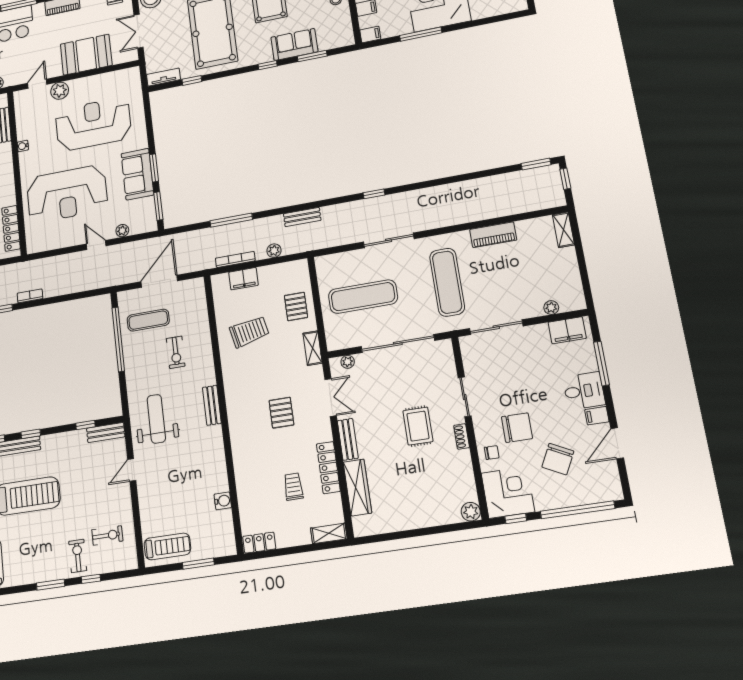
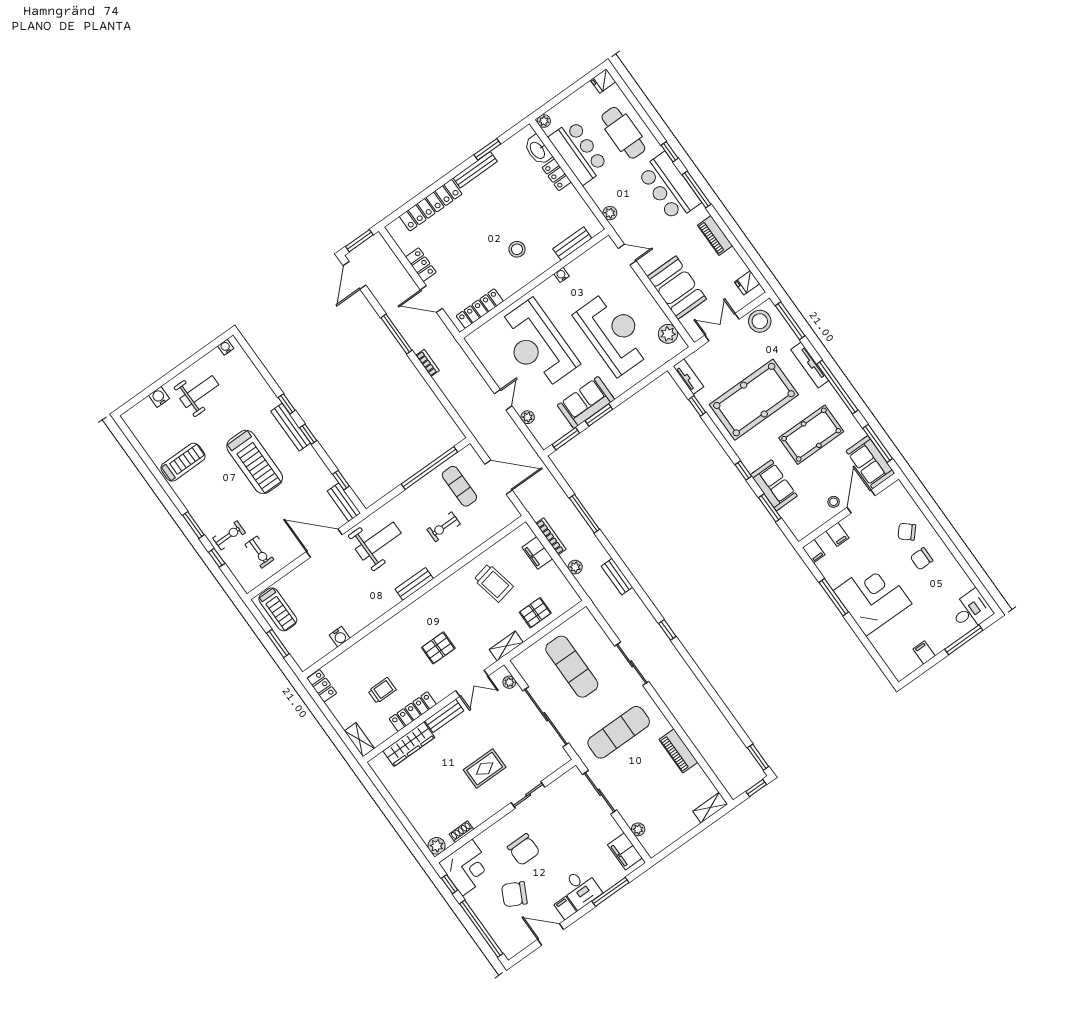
plant: (60, 91) -> (668, 334), moved
shoe rack: (462, 436) -> (461, 832), moved
chair: (492, 453) -> (493, 839), removed
door: (132, 470) -> (324, 543), width x1.87

